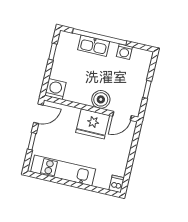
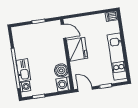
washing machine: (124, 52) -> (25, 87), moved
boiler: (101, 99) -> (61, 70), moved

